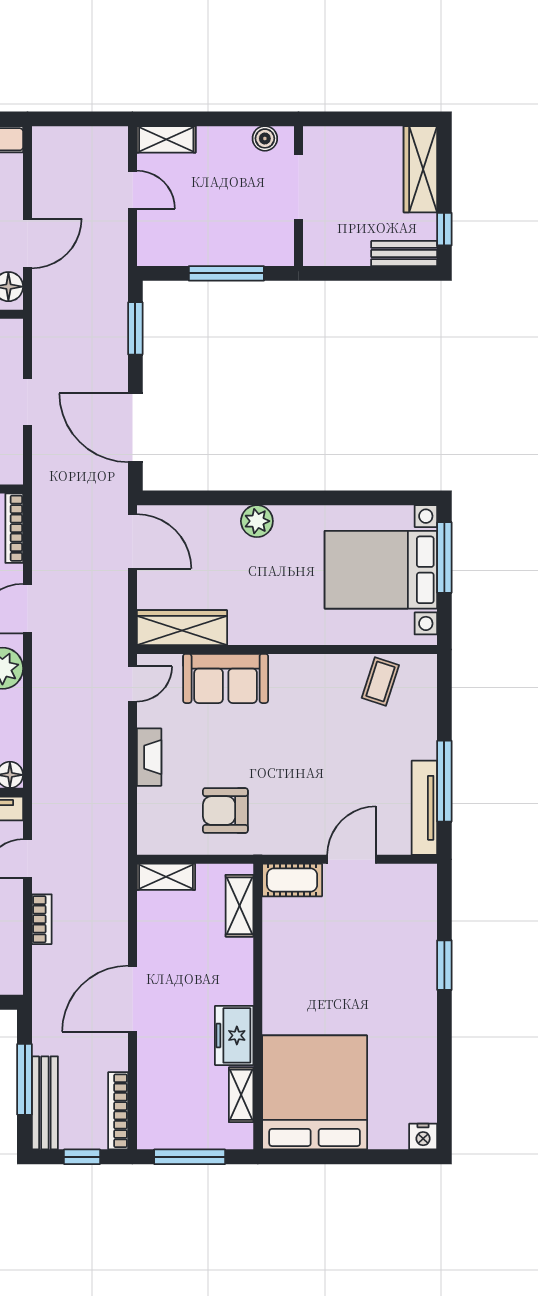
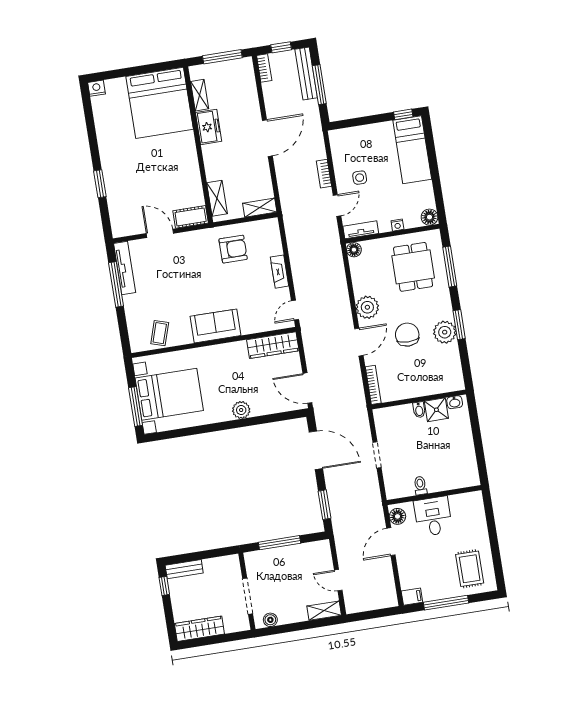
wardrobe: (420, 169) -> (199, 629), moved, turned -90
sofa: (226, 678) -> (215, 326), moved
door: (352, 859) -> (160, 233), swing flipped
bookcase: (118, 1111) -> (264, 68), width x0.64

